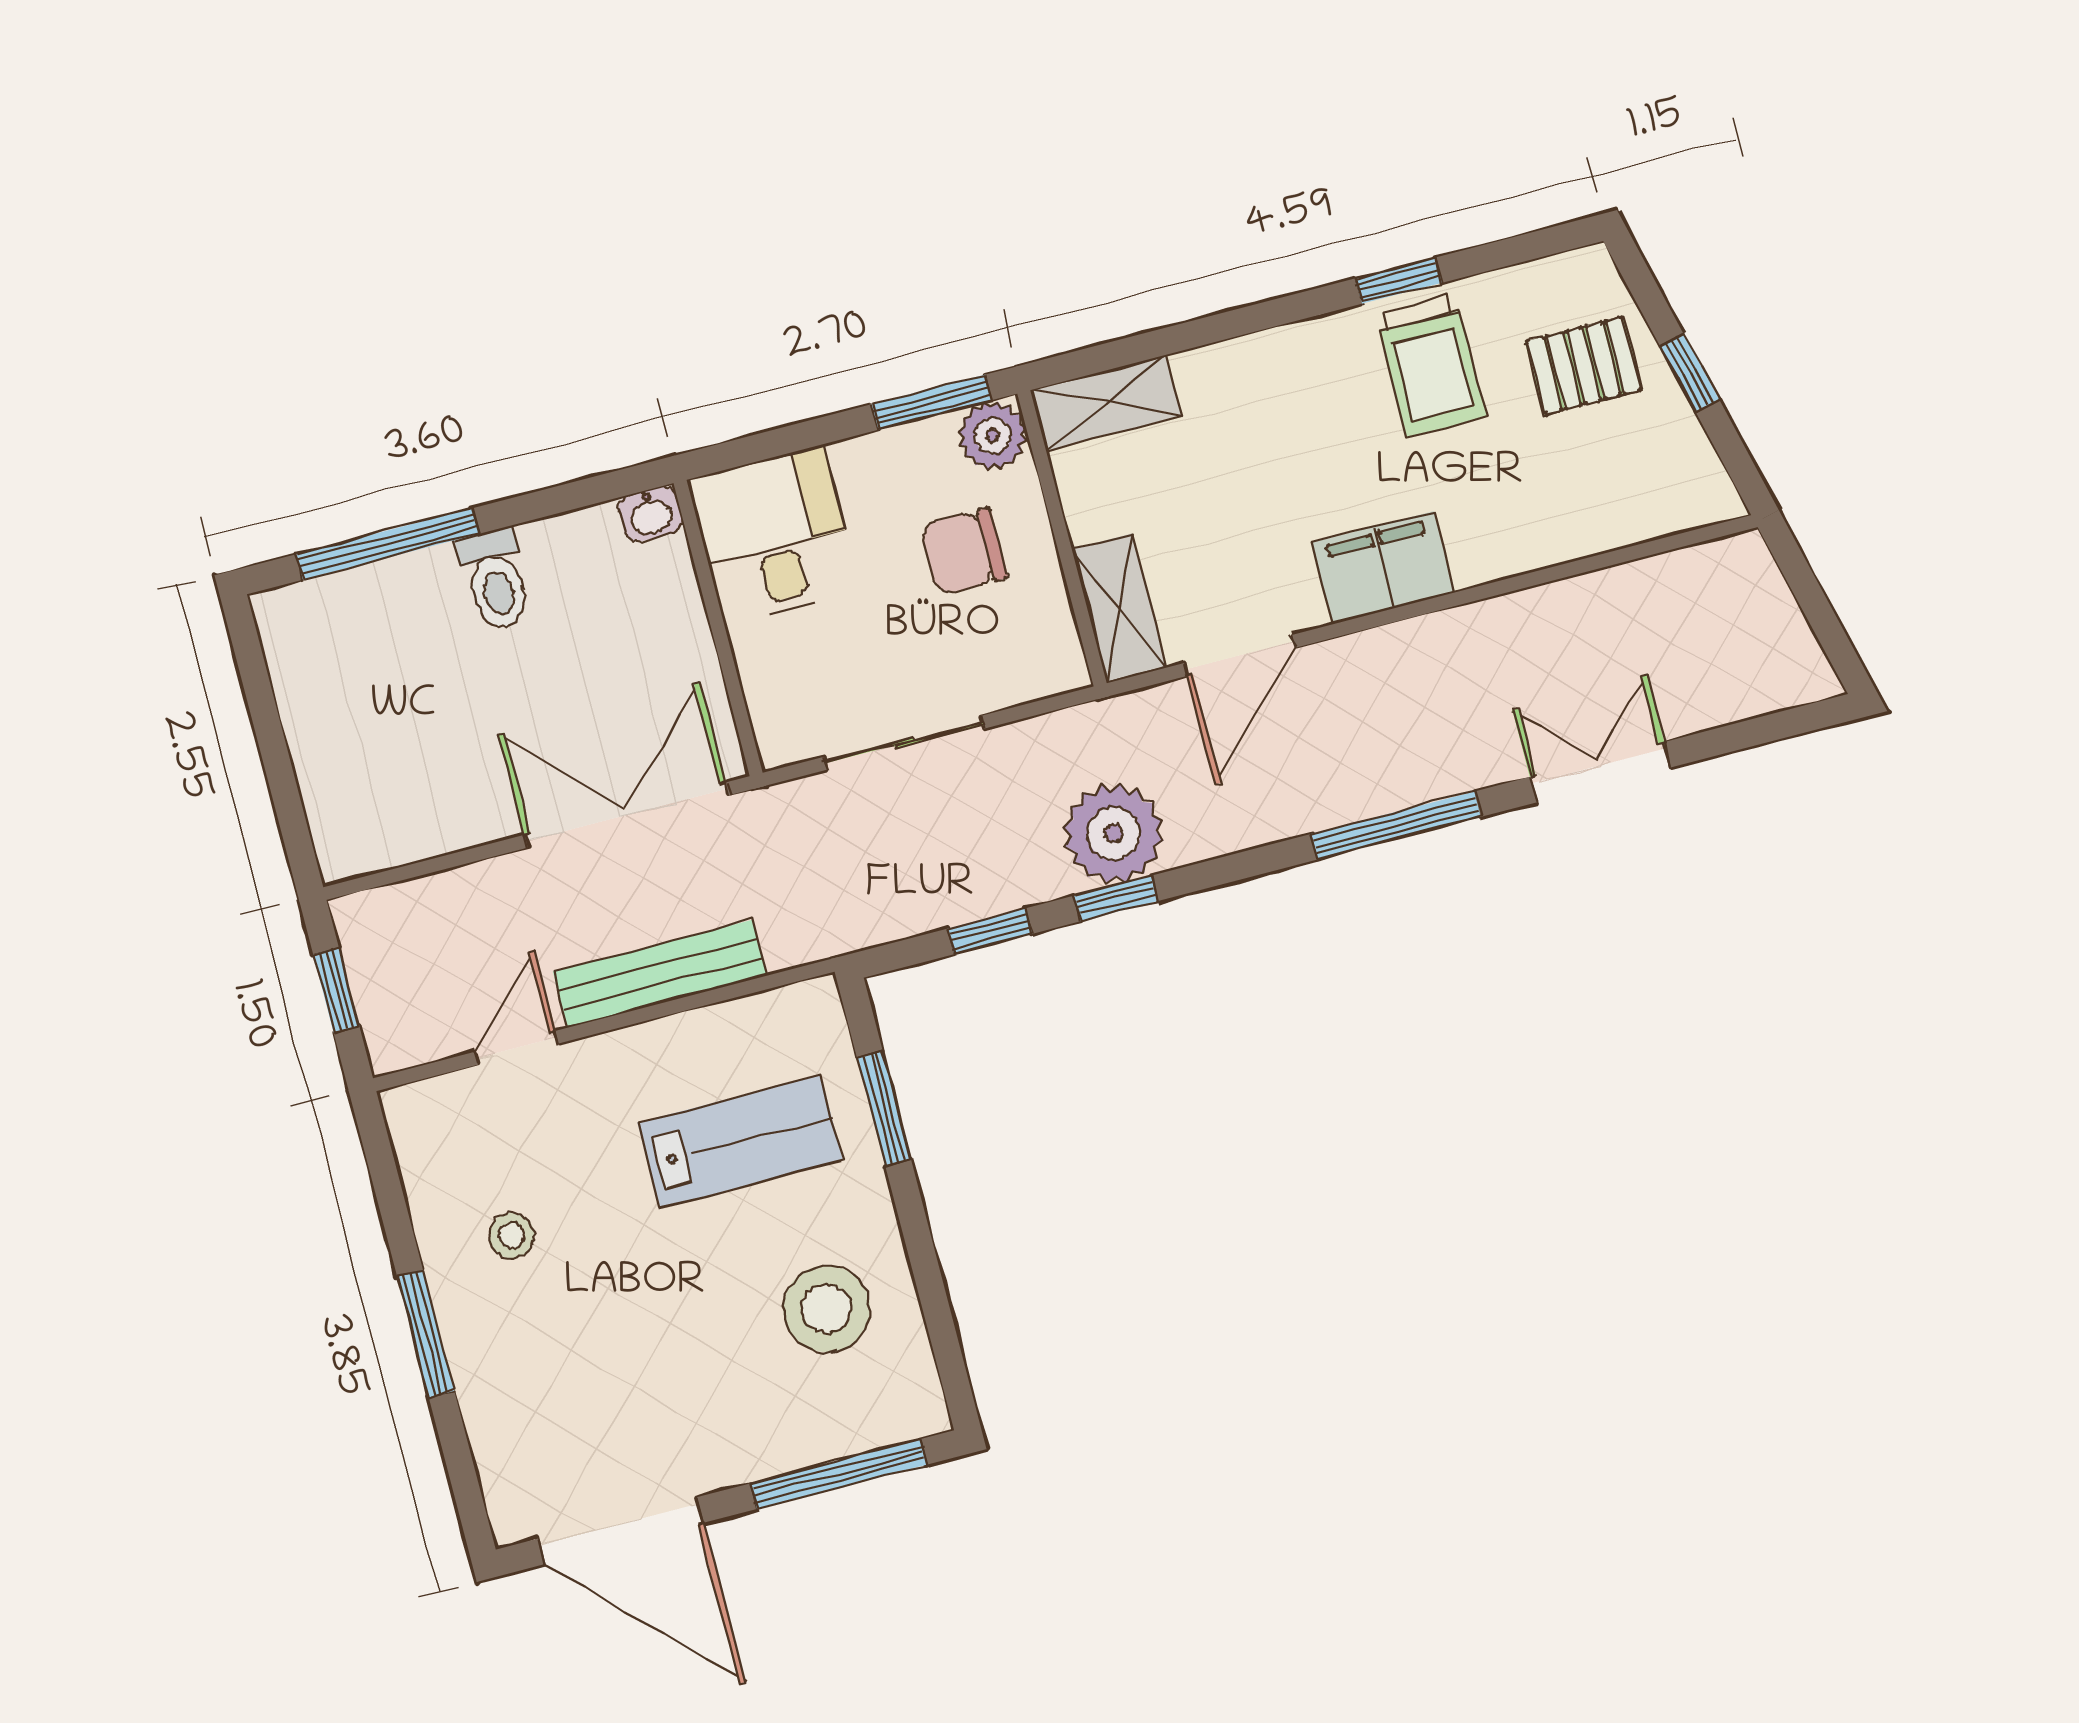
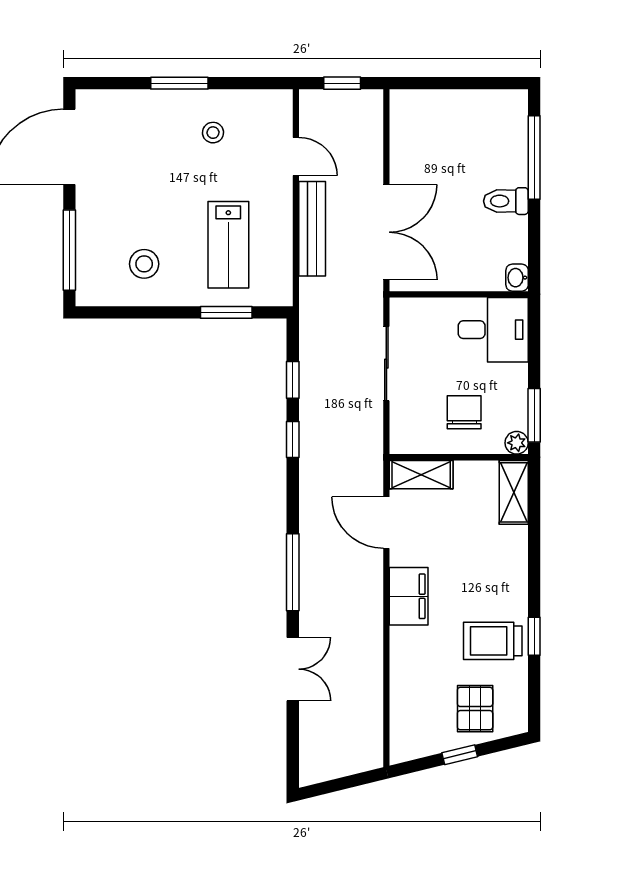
plant: (993, 436) -> (517, 443), width x0.73, depth x0.73
plant: (1114, 833) -> (322, 446), removed
stool: (827, 1309) -> (144, 264), width x0.73, depth x0.73

